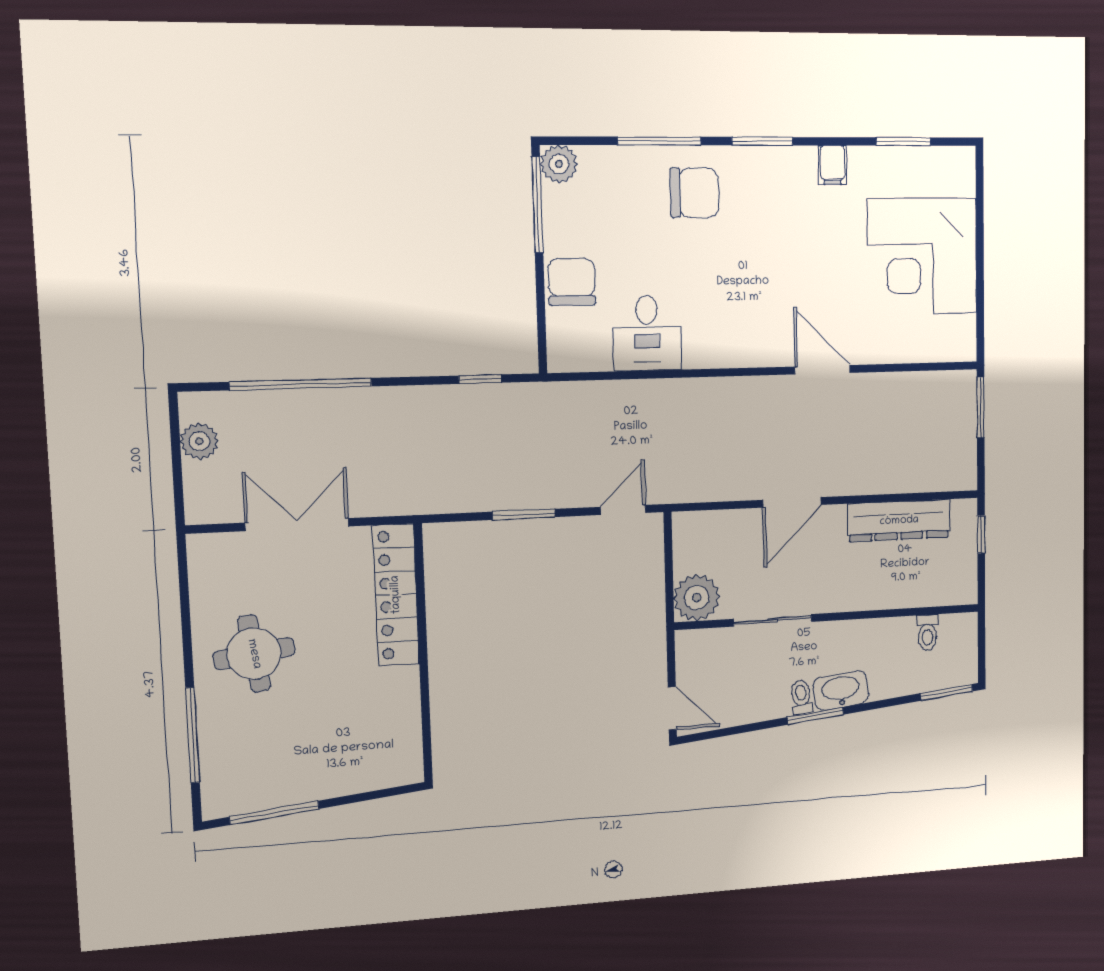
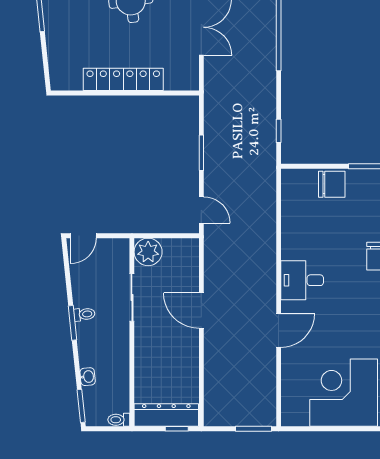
desk: (647, 333) -> (302, 280), moved
dresser: (899, 521) -> (166, 415), moved, turned 90
locker: (396, 595) -> (123, 79), moved
toilet: (927, 632) -> (119, 420), moved
washbasin: (841, 690) -> (88, 377), moved, width x0.52, depth x0.69

